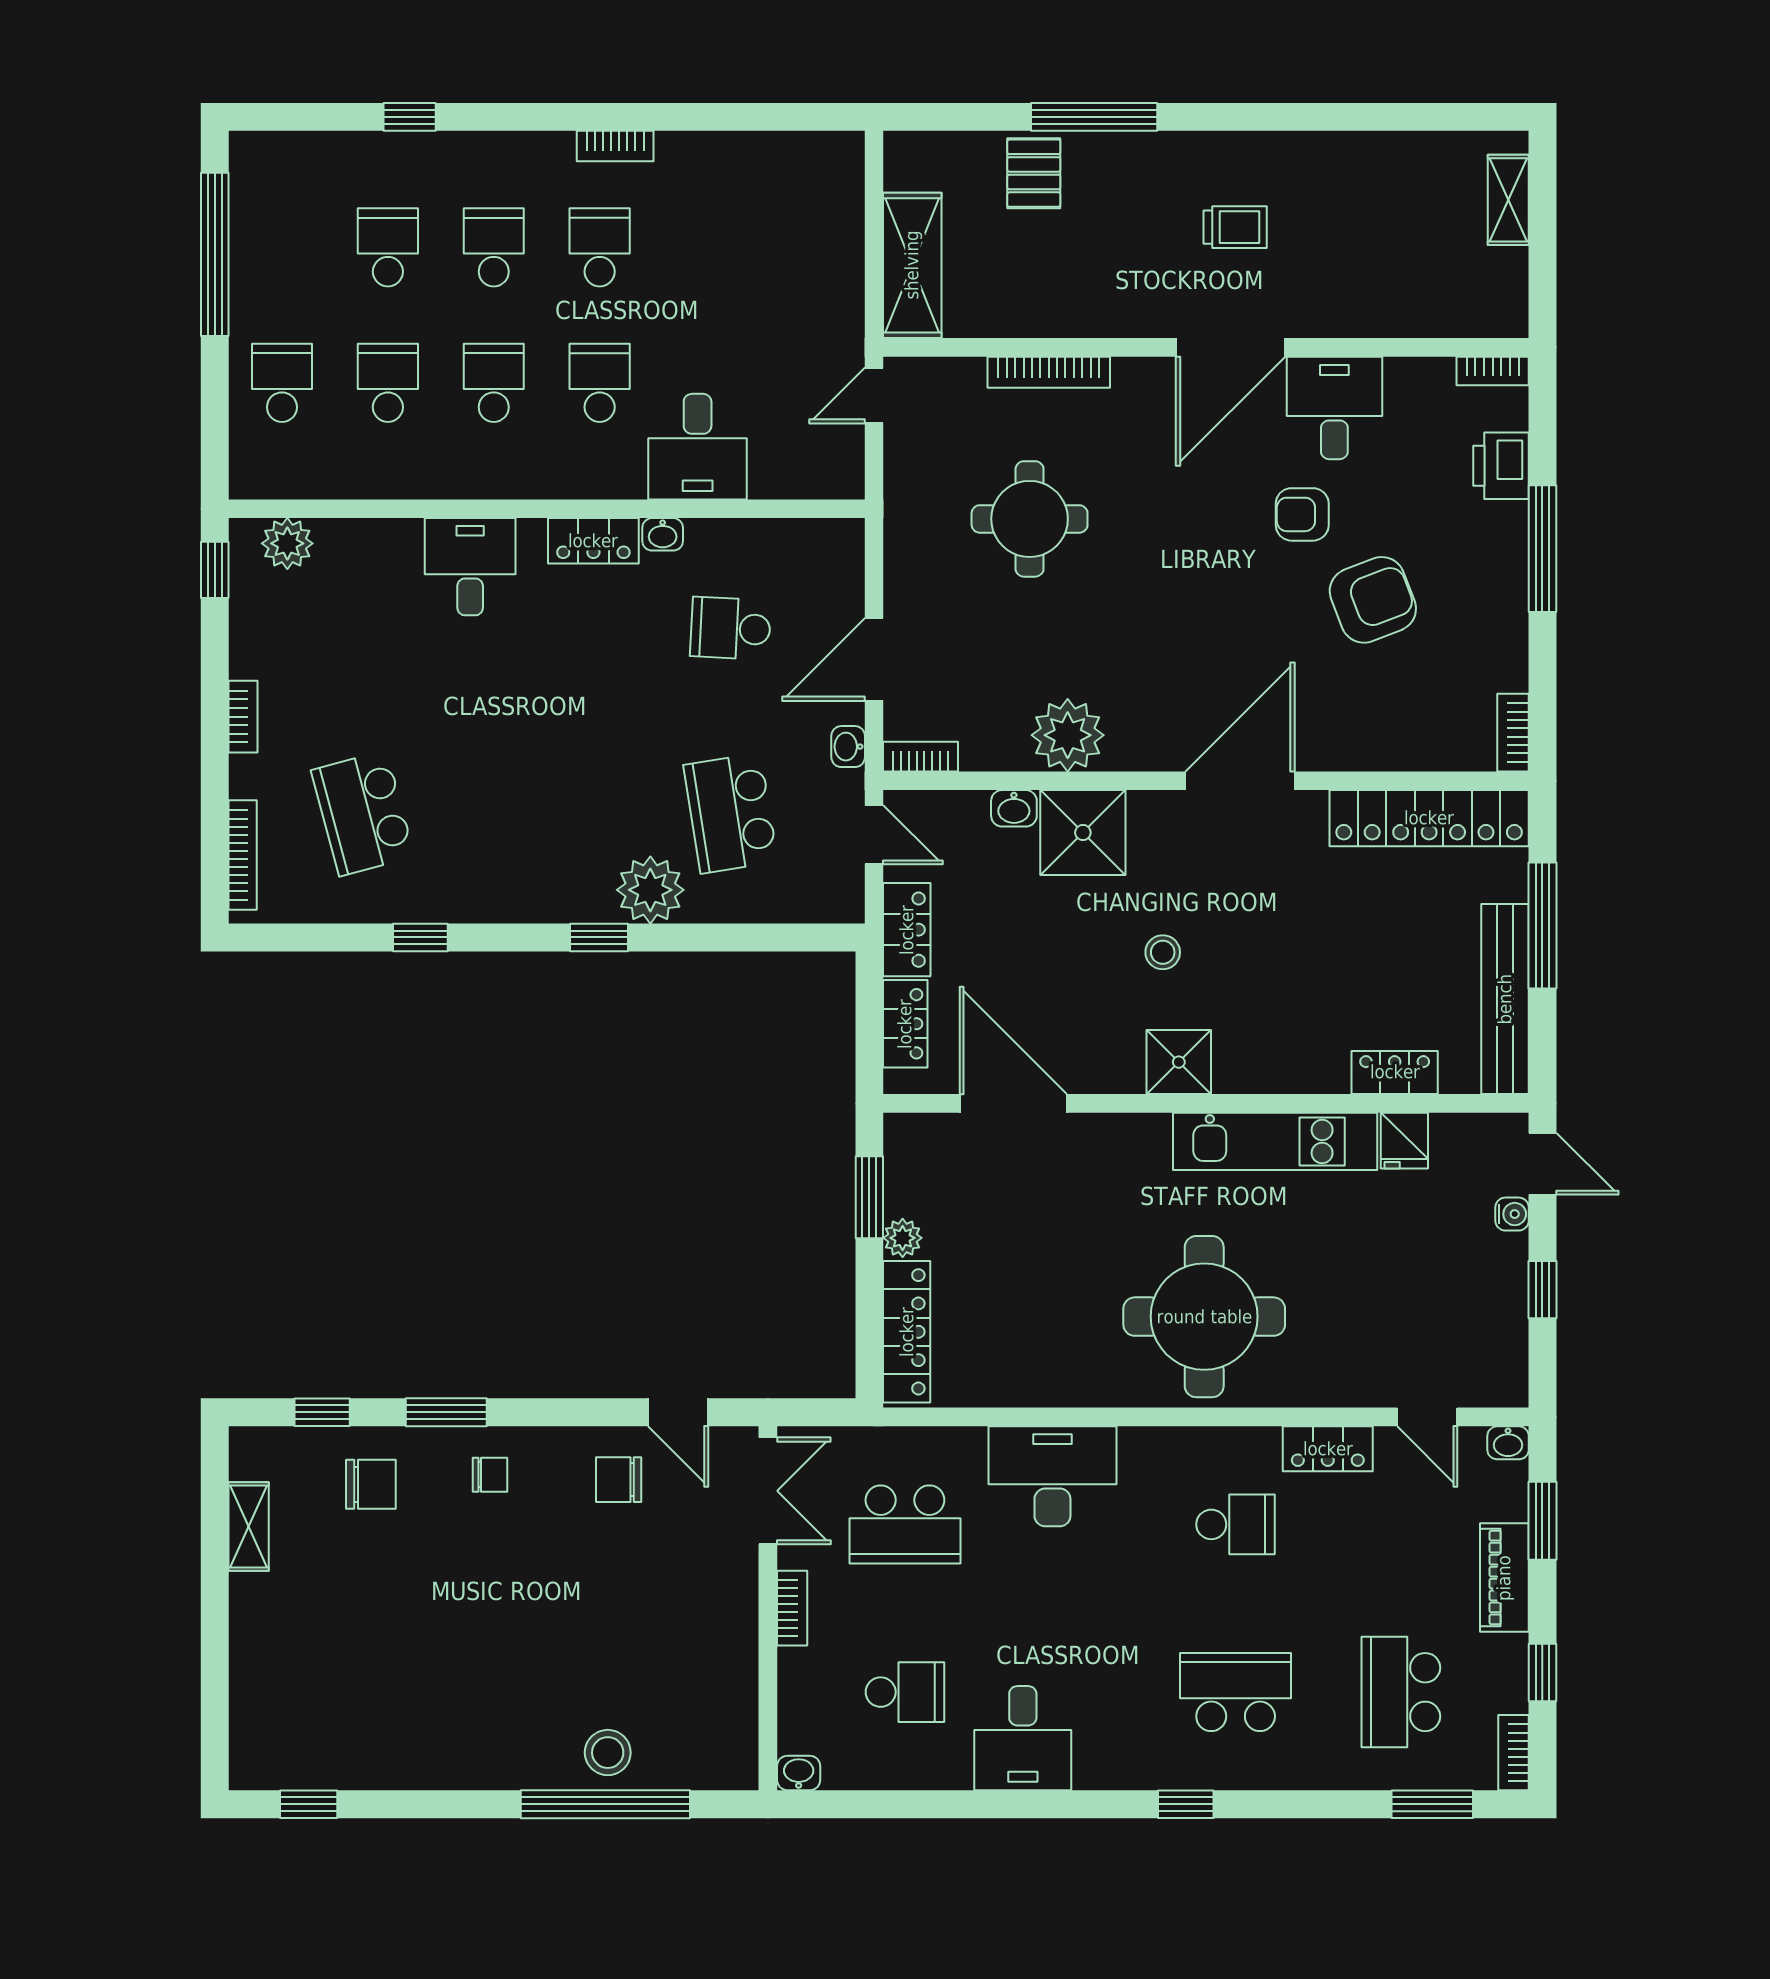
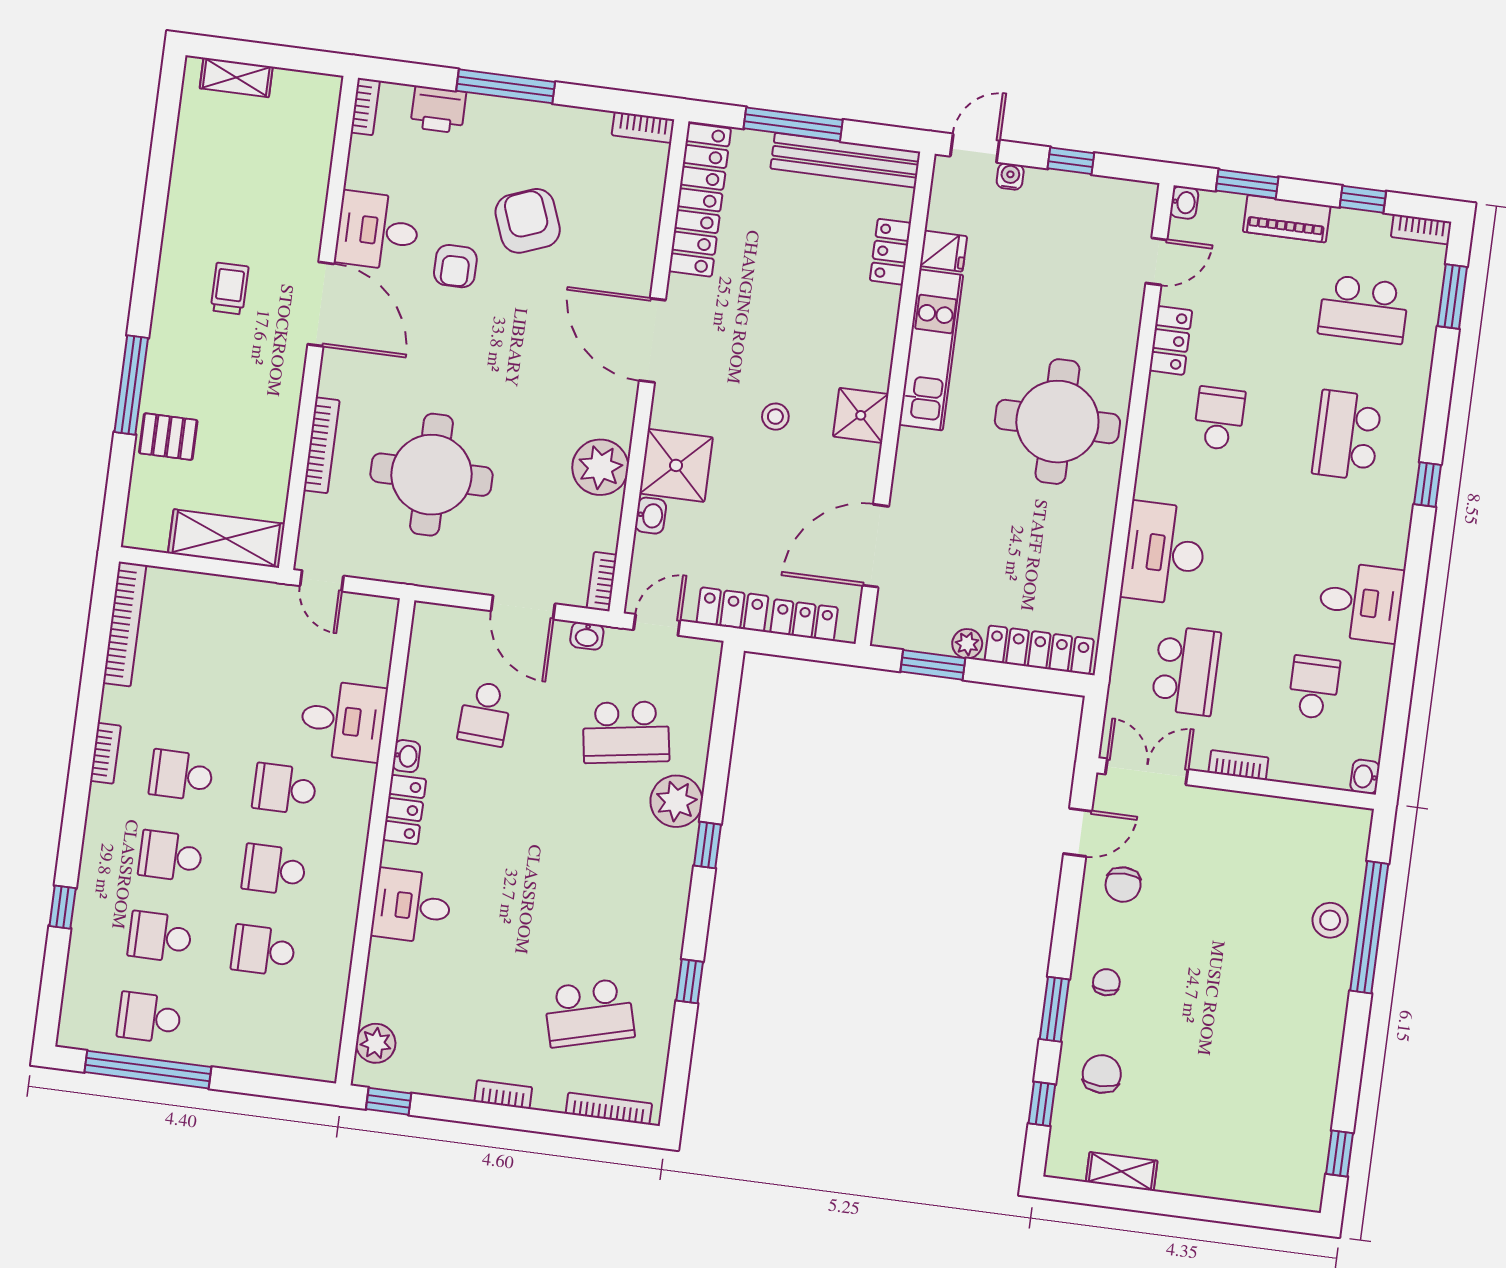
bookcase: (785, 149) -> (125, 624), added
school desk: (282, 383) -> (149, 1018), moved
round table: (1030, 519) -> (432, 475), width x1.36, depth x1.36

